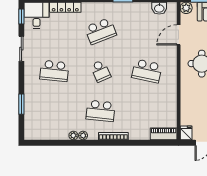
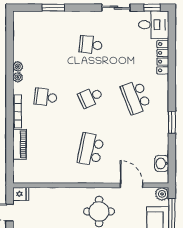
school desk: (54, 71) -> (91, 45), width x0.54
school desk: (101, 111) -> (46, 97), width x0.54
piano: (164, 134) -> (20, 144), moved

